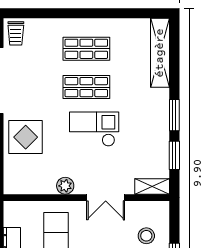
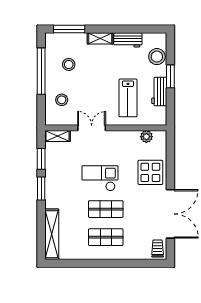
checkout: (94, 129) -> (100, 178), turned 180
plant: (65, 186) -> (146, 137), moved

